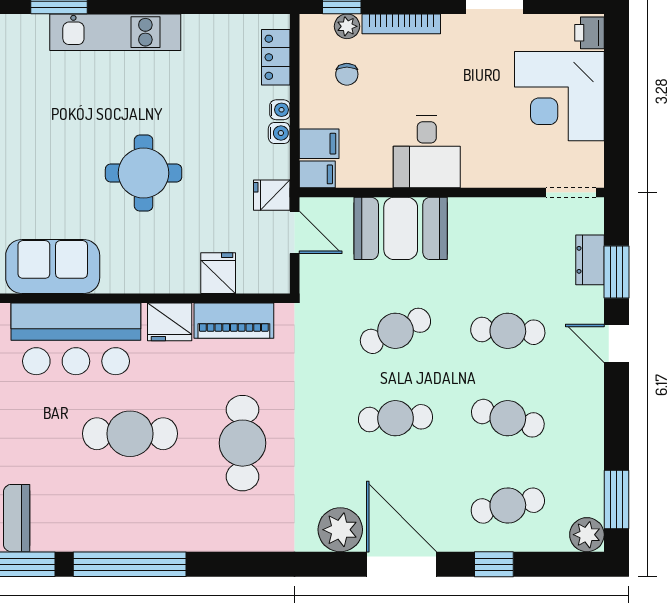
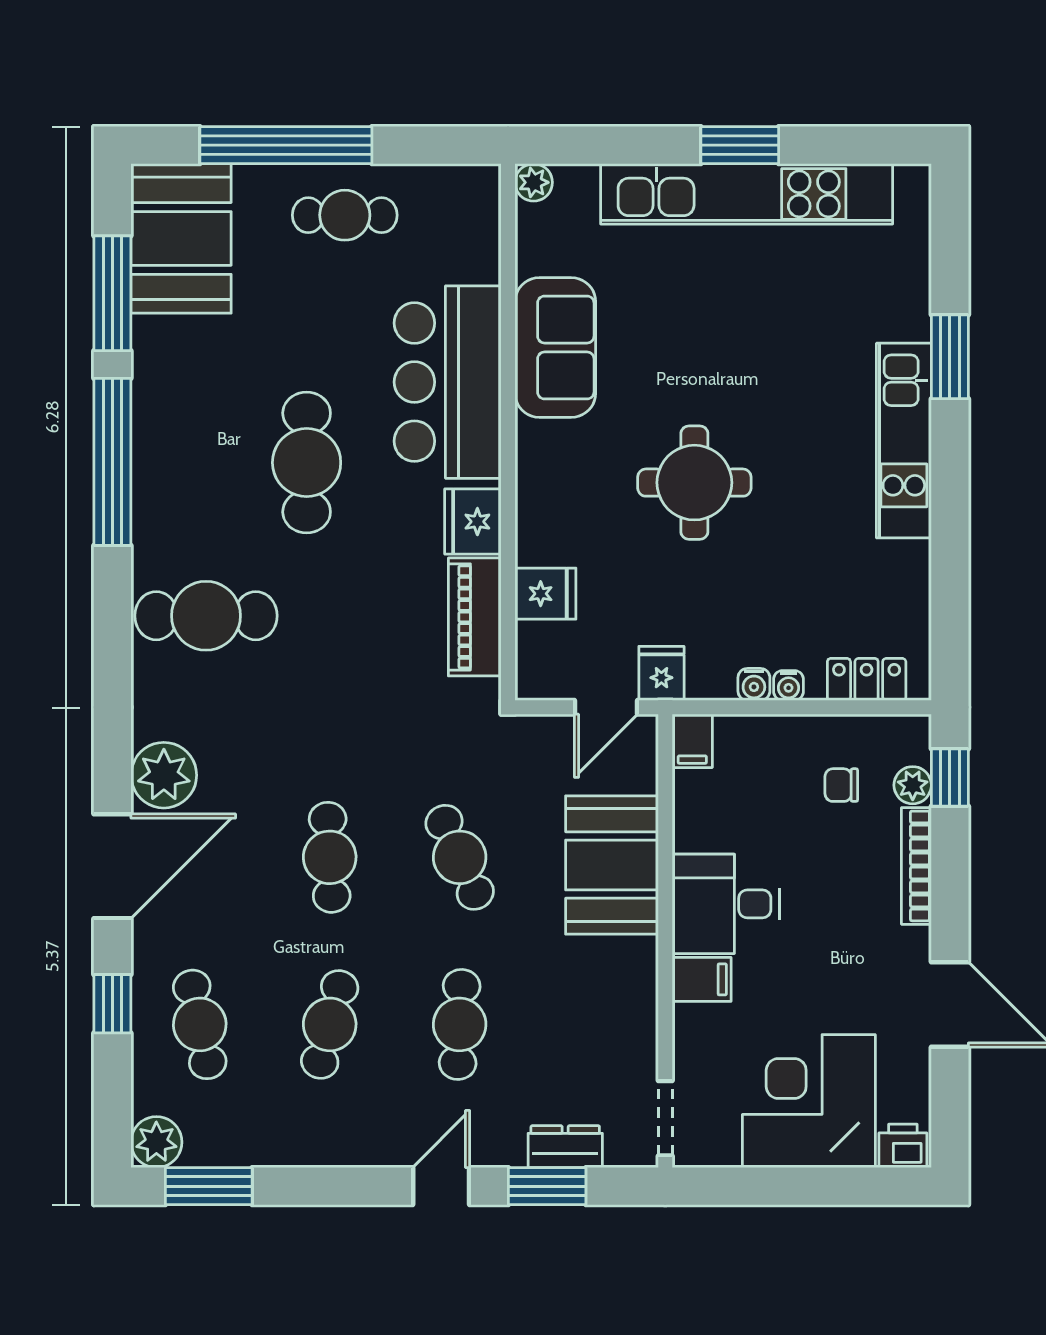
filing cabinet: (319, 144) -> (702, 979), moved, turned -90
cafe table: (242, 443) -> (206, 616), moved

